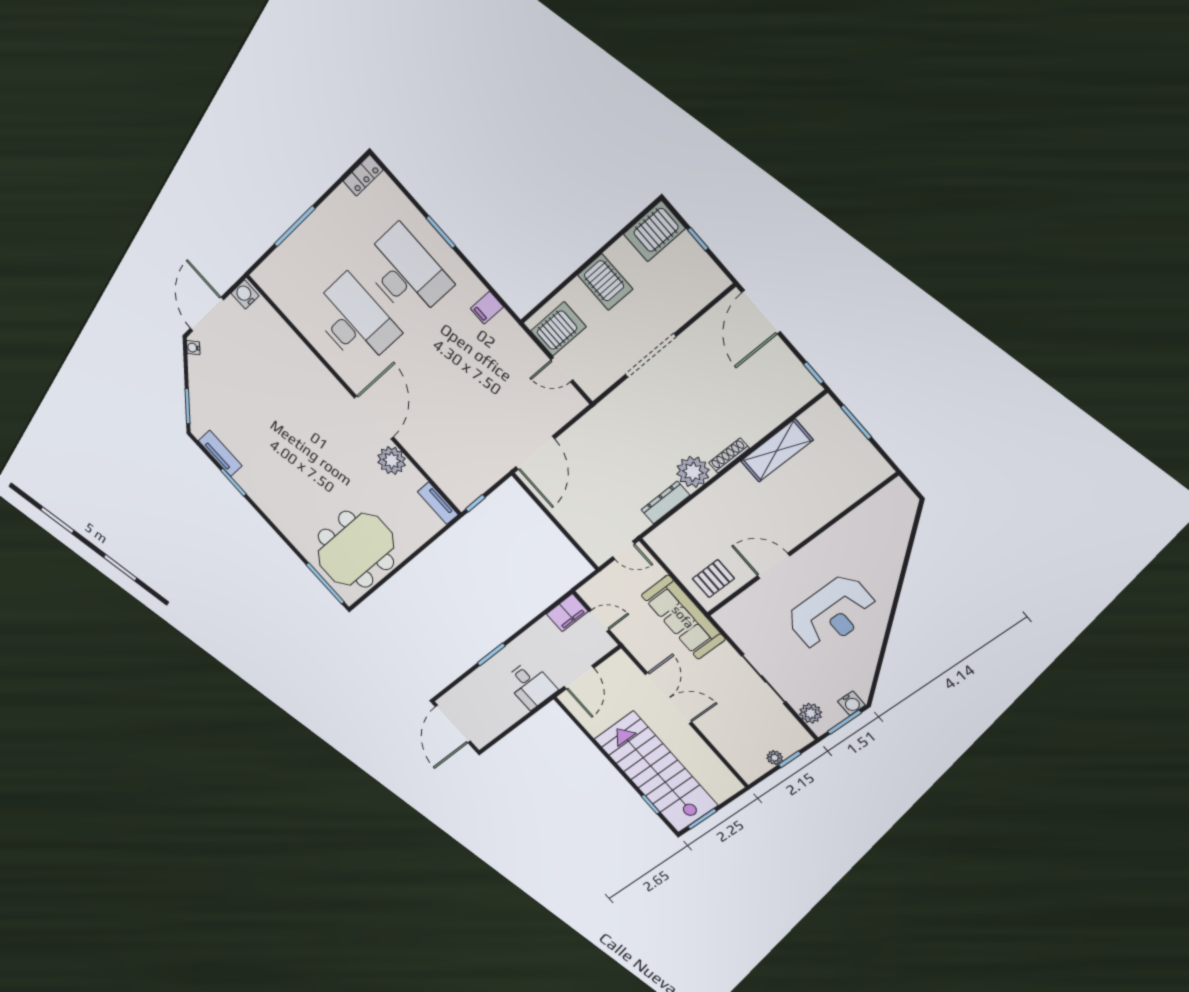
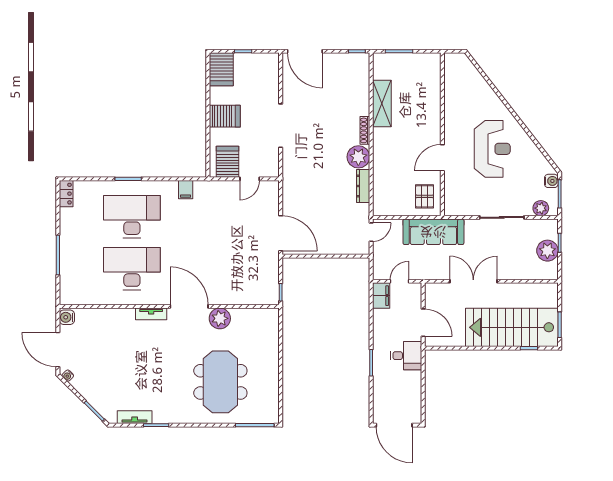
tv unit: (438, 503) -> (151, 314), moved
meeting table: (356, 549) -> (220, 382), moved
plant: (775, 758) -> (547, 251), width x1.88, depth x1.88

